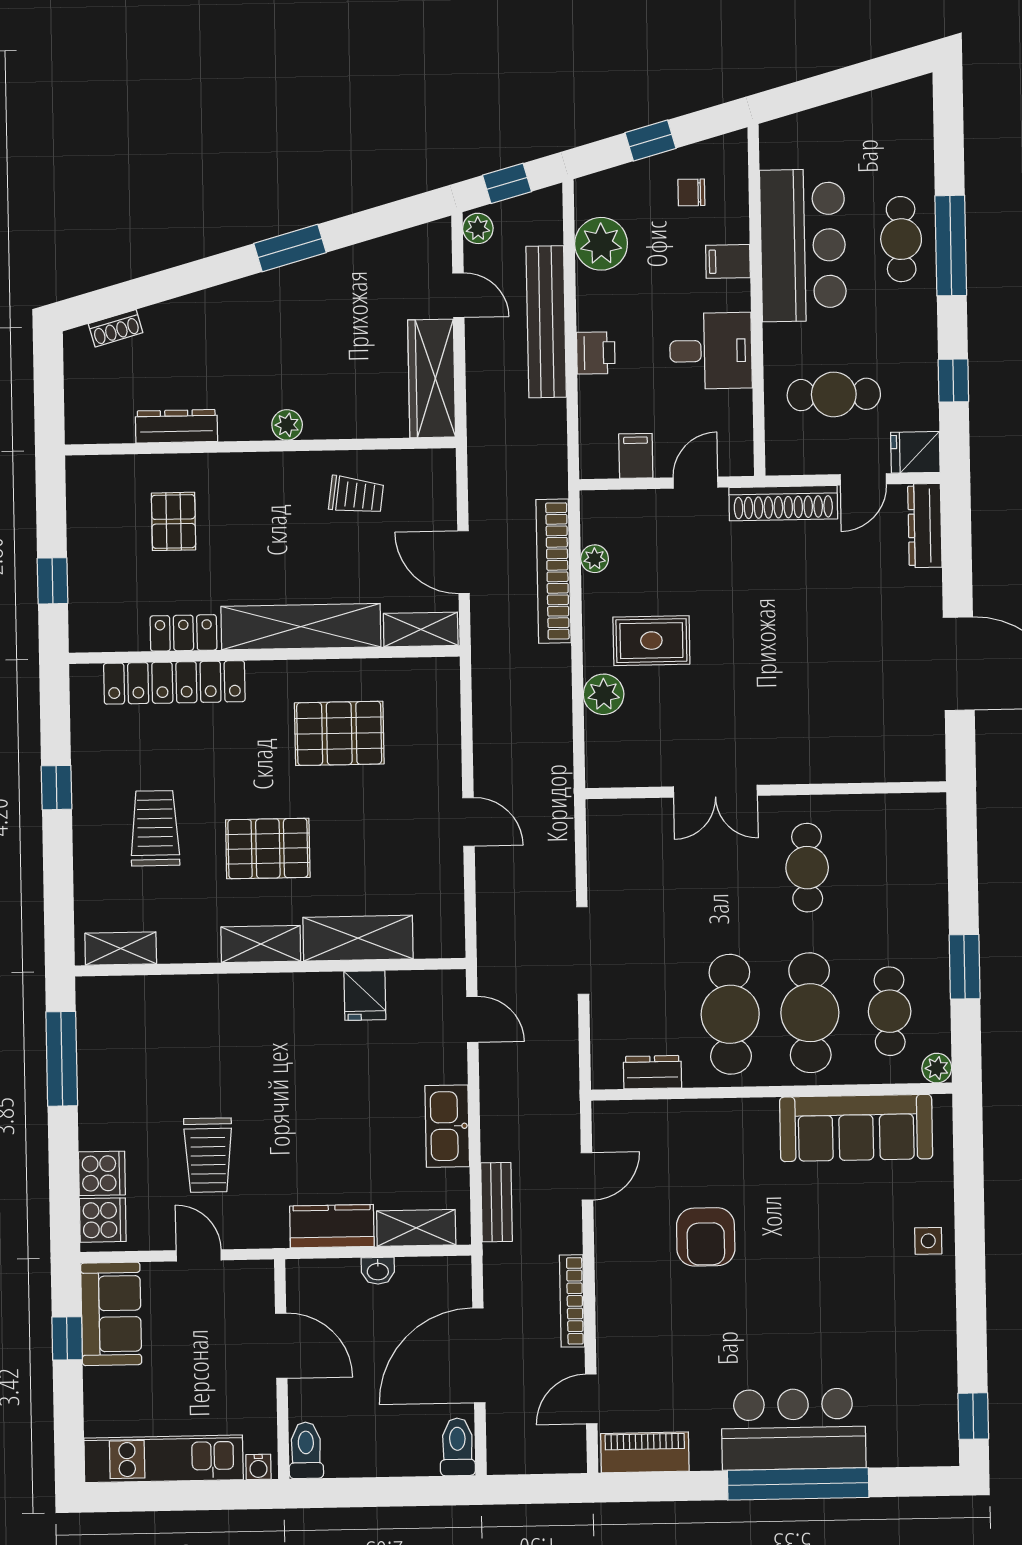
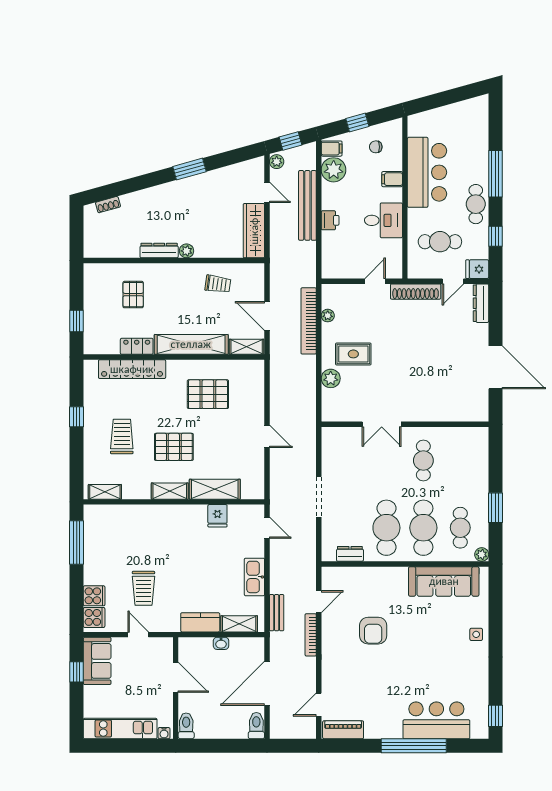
cafe table: (901, 239) -> (476, 204), moved
dresser: (176, 426) -> (159, 251), moved
filing cabinet: (636, 456) -> (332, 149), moved, turned 90
bookcase: (572, 1301) -> (311, 635), moved
bar counter: (793, 1429) -> (436, 720), moved

